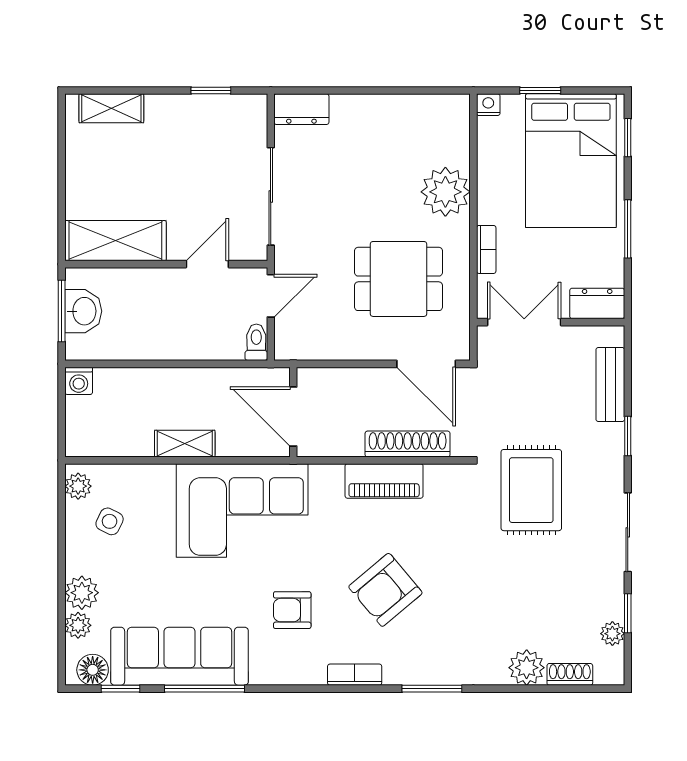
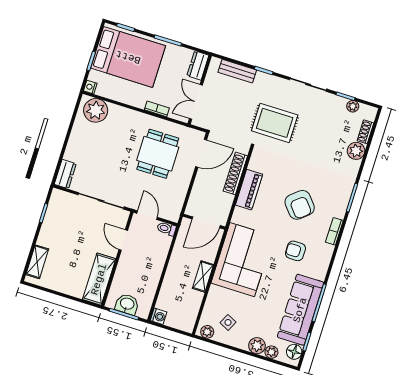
plant: (445, 192) -> (96, 110), moved
armchair: (292, 610) -> (295, 251), turned 90

